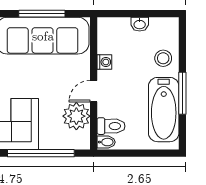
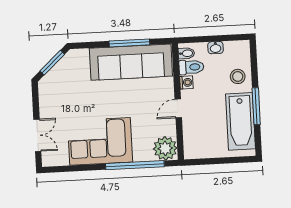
plant: (76, 116) -> (165, 148), moved
toilet: (111, 126) -> (191, 67), moved
bidet: (106, 142) -> (186, 53), moved

